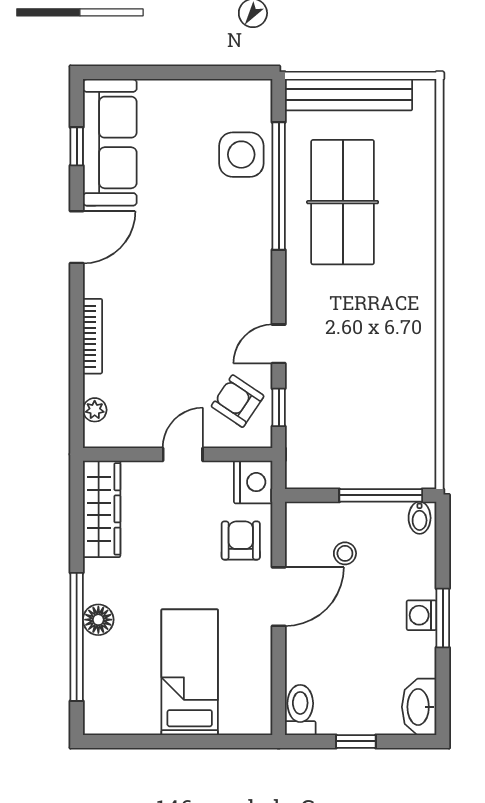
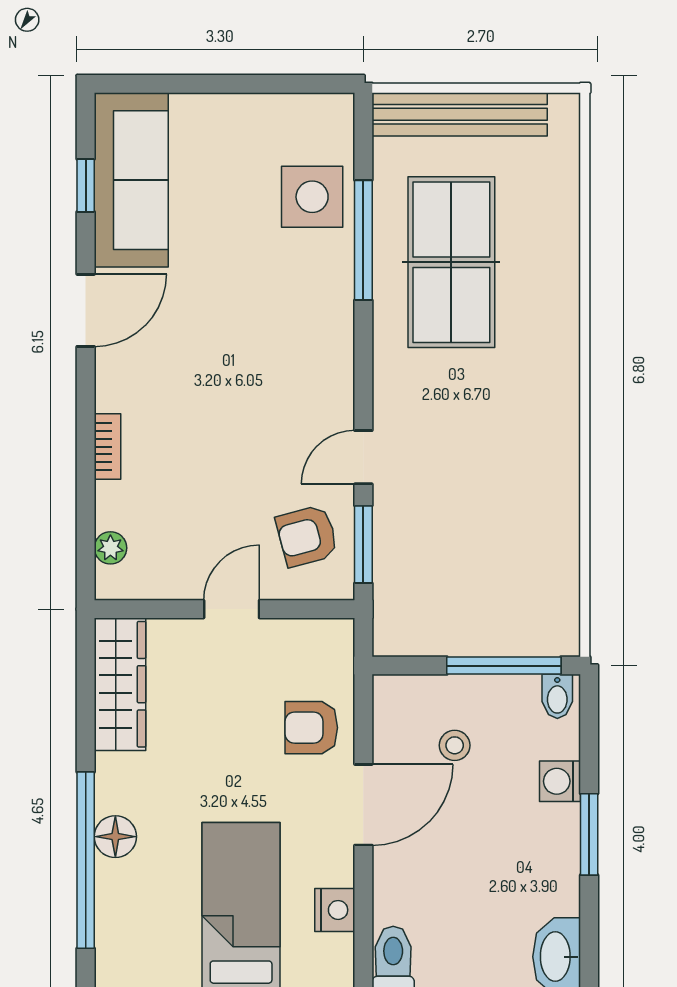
window: (279, 186) -> (363, 240), width x0.68
bookcase: (93, 336) -> (107, 447), width x0.64
armchair: (238, 401) -> (307, 536), turned -49
window: (279, 407) -> (363, 544), width x1.50
nightstand: (253, 482) -> (335, 910), moved, width x0.74, depth x0.75
armchair: (241, 540) -> (311, 728), turned -90
washing machine: (422, 615) -> (560, 781), moved

